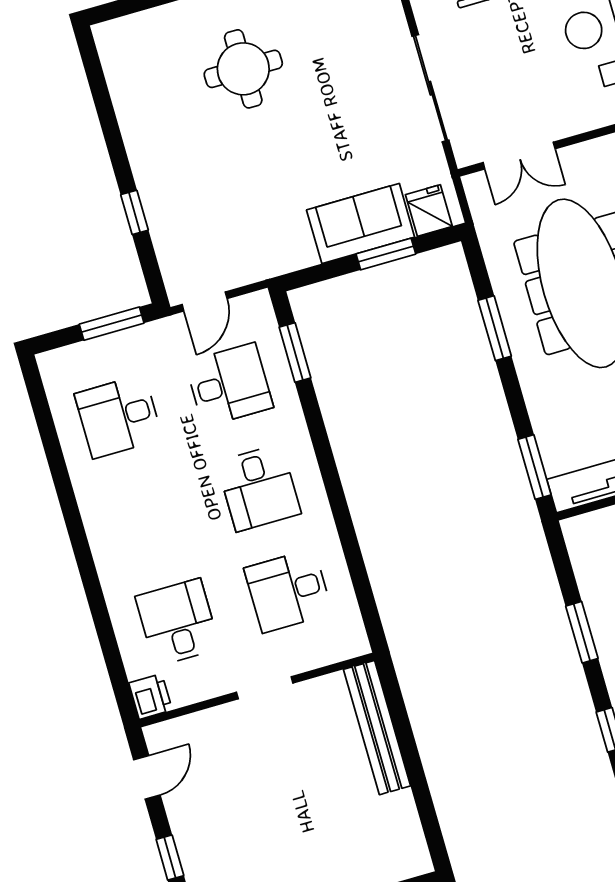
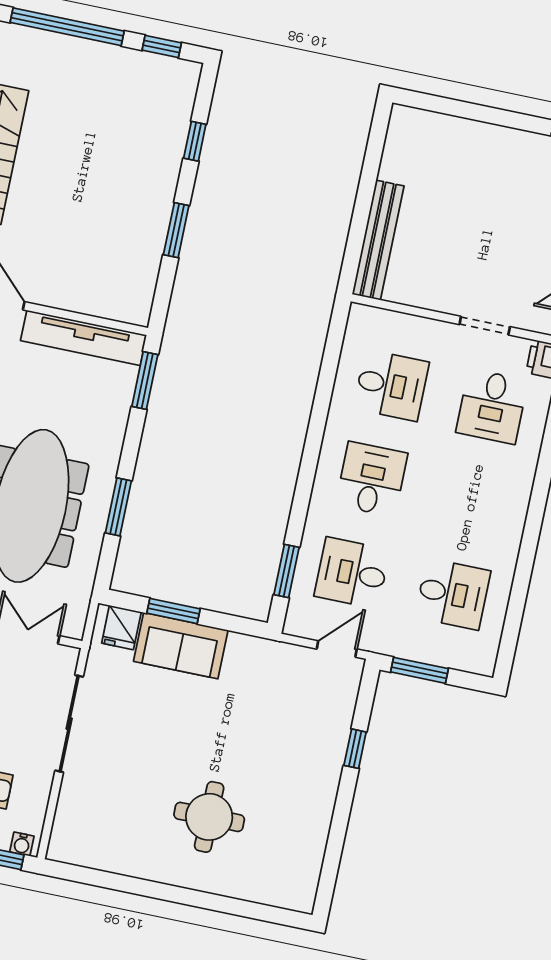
doorway: (265, 688) -> (485, 326), moved

